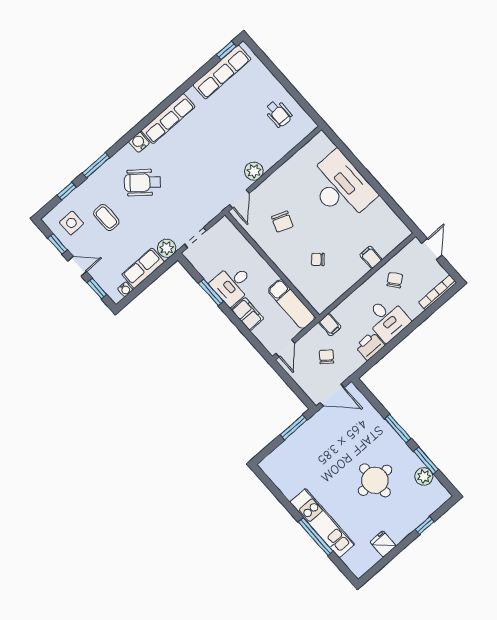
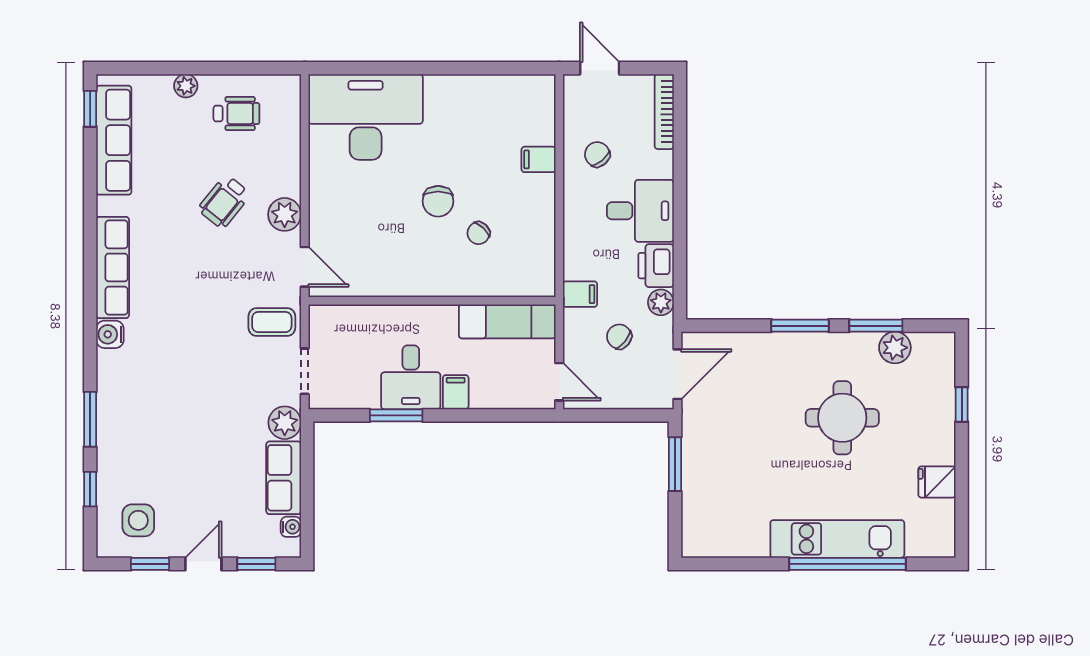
plant: (271, 82) -> (186, 86), added
wheelchair: (142, 183) -> (224, 202), moved, width x0.73, depth x0.73
desk: (341, 187) -> (366, 117), moved
coffee table: (106, 218) -> (272, 322), moved
chair: (282, 222) -> (438, 201), moved, turned 69
filing cabinet: (247, 314) -> (456, 392), width x0.50
plant: (356, 362) -> (661, 302), added
window: (316, 537) -> (848, 564), width x1.46

